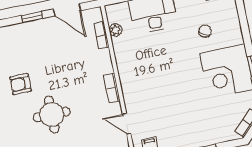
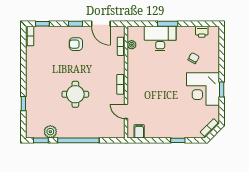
armchair: (20, 84) -> (76, 44), moved

